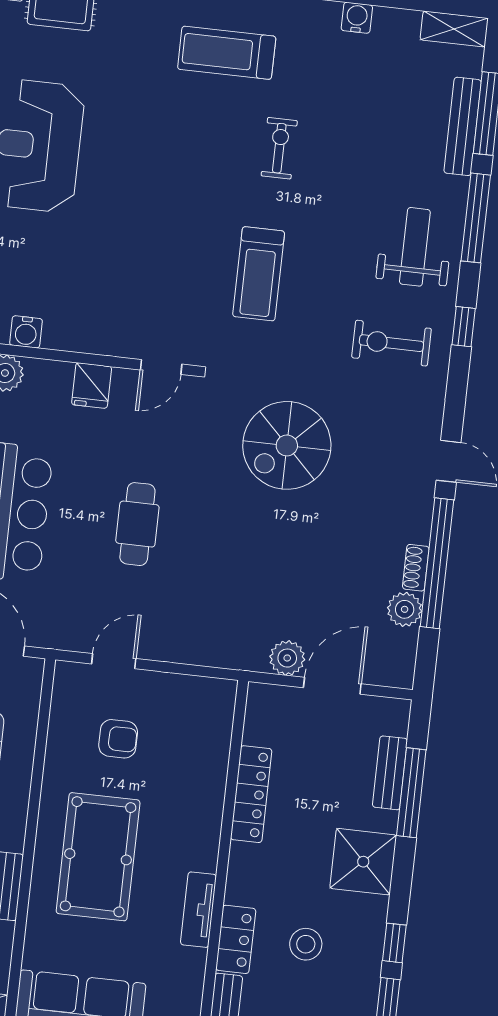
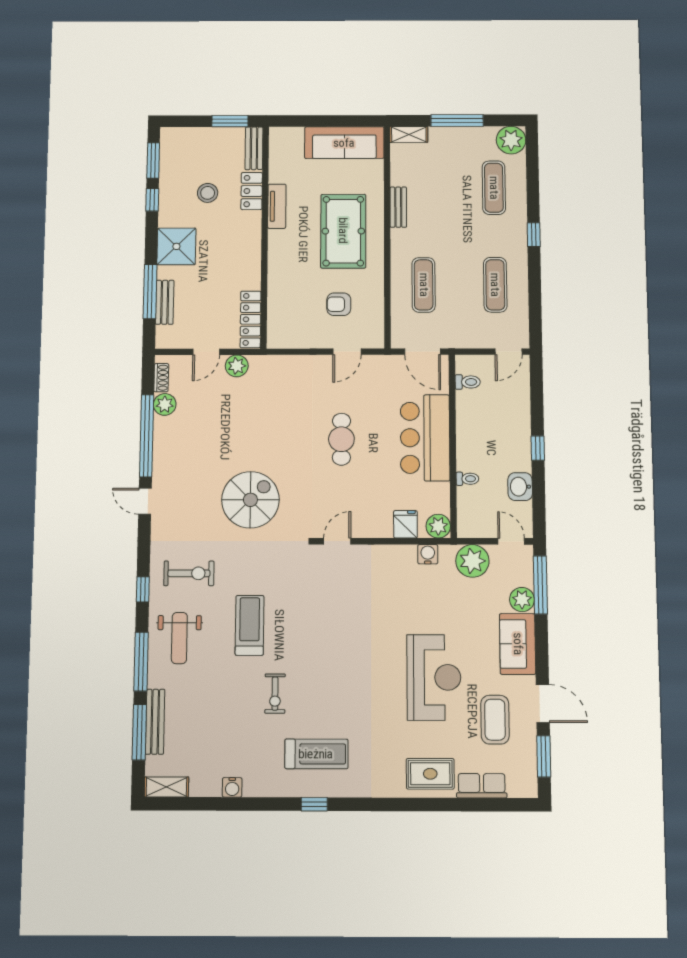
treadmill: (259, 274) -> (250, 625), moved
fridge: (92, 386) -> (405, 524), moved
shoe rack: (416, 568) -> (161, 378), moved
door: (332, 686) -> (206, 352), width x0.73
locker: (251, 794) -> (251, 319), moved

